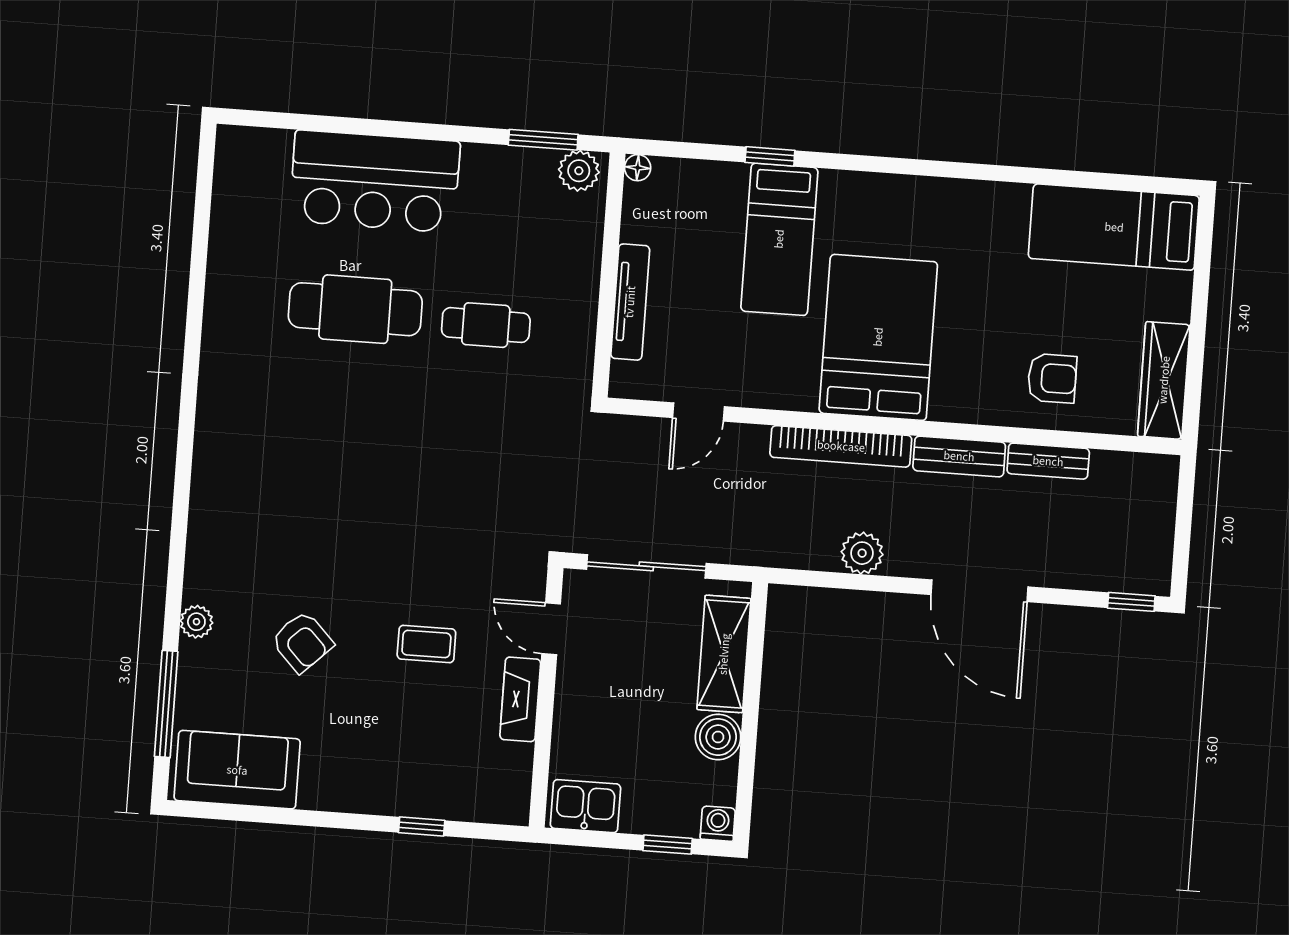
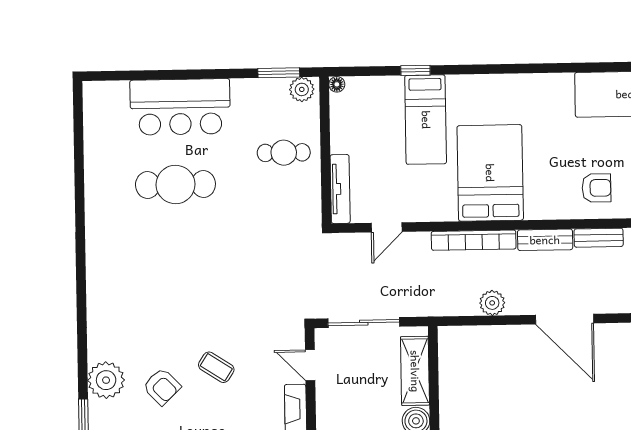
tv unit: (630, 302) -> (340, 189), moved
cafe table: (486, 325) -> (284, 153), moved
plant: (196, 622) -> (106, 380), width x1.88, depth x1.88
coffee table: (426, 644) -> (216, 367), moved, turned 33

